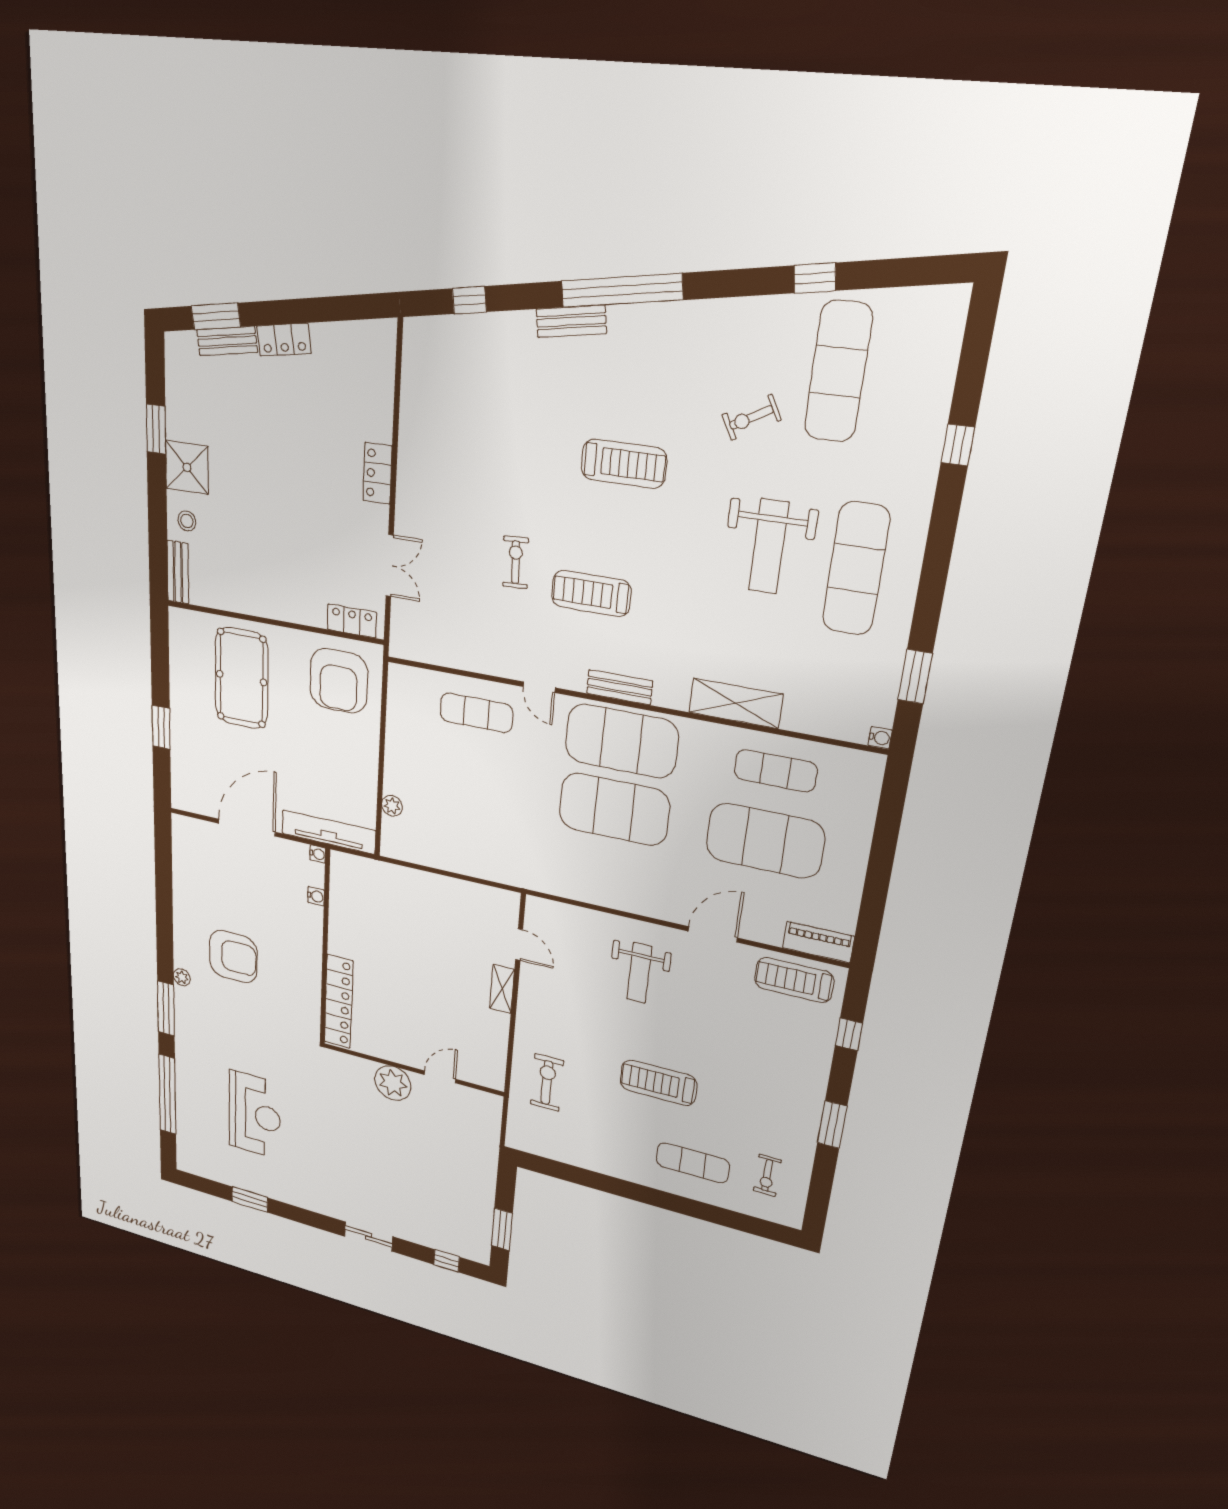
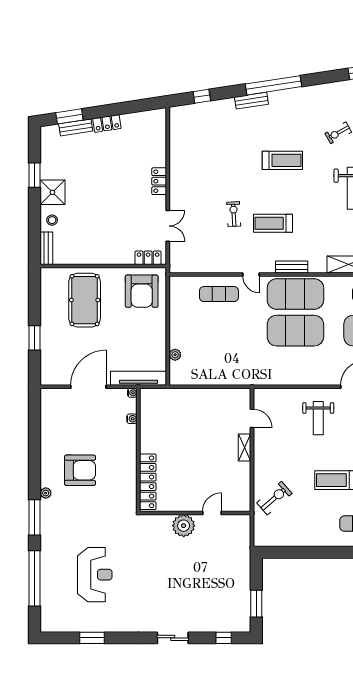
exercise bike: (547, 1082) -> (274, 498), turned 49

